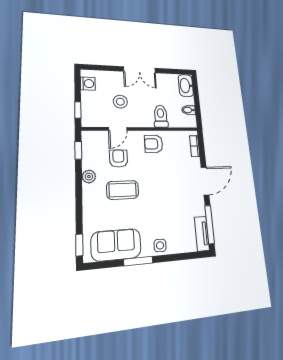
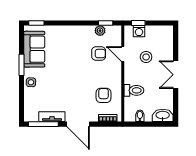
washing machine: (88, 84) -> (139, 31), moved
armchair: (154, 144) -> (104, 95), moved
plant: (89, 177) -> (100, 31), moved
coffee table: (123, 190) -> (74, 56), removed
tv unit: (202, 234) -> (52, 117), moved

